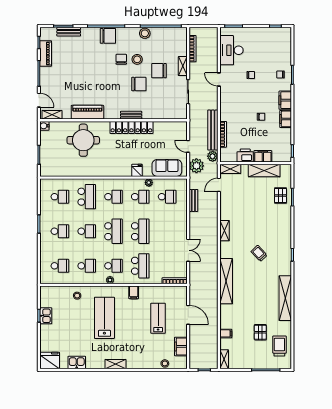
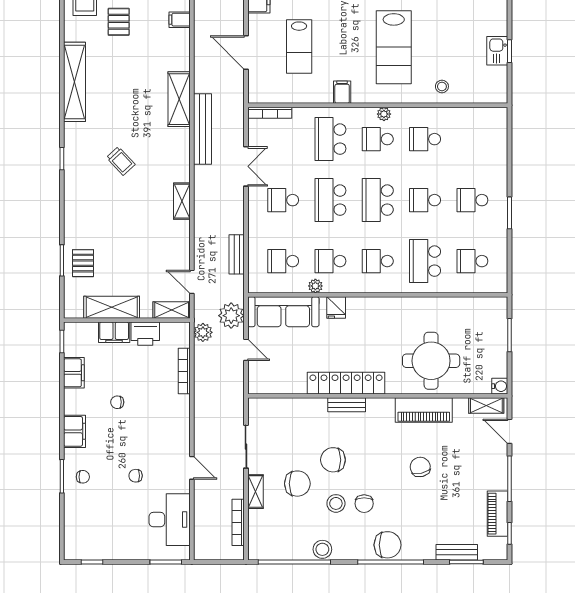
chair: (108, 36) -> (388, 545), turned 180
chair: (89, 80) -> (420, 467), added
filing cabinet: (286, 119) -> (74, 373), moved
bench: (213, 130) -> (202, 129), moved
sofa: (167, 168) -> (283, 312), width x1.36
door: (219, 185) -> (192, 282), swing flipped
double door: (188, 250) -> (246, 166), swing flipped
school desk: (60, 266) -> (283, 200), moved
shelving: (226, 281) -> (179, 99), width x0.68

